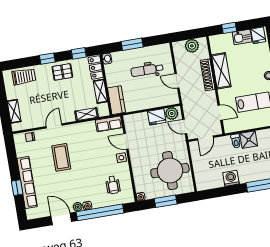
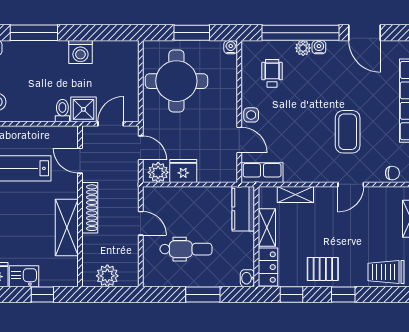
shoe rack: (208, 75) -> (90, 208), moved
shower: (249, 140) -> (83, 109), moved
plant: (78, 207) -> (303, 48), moved

